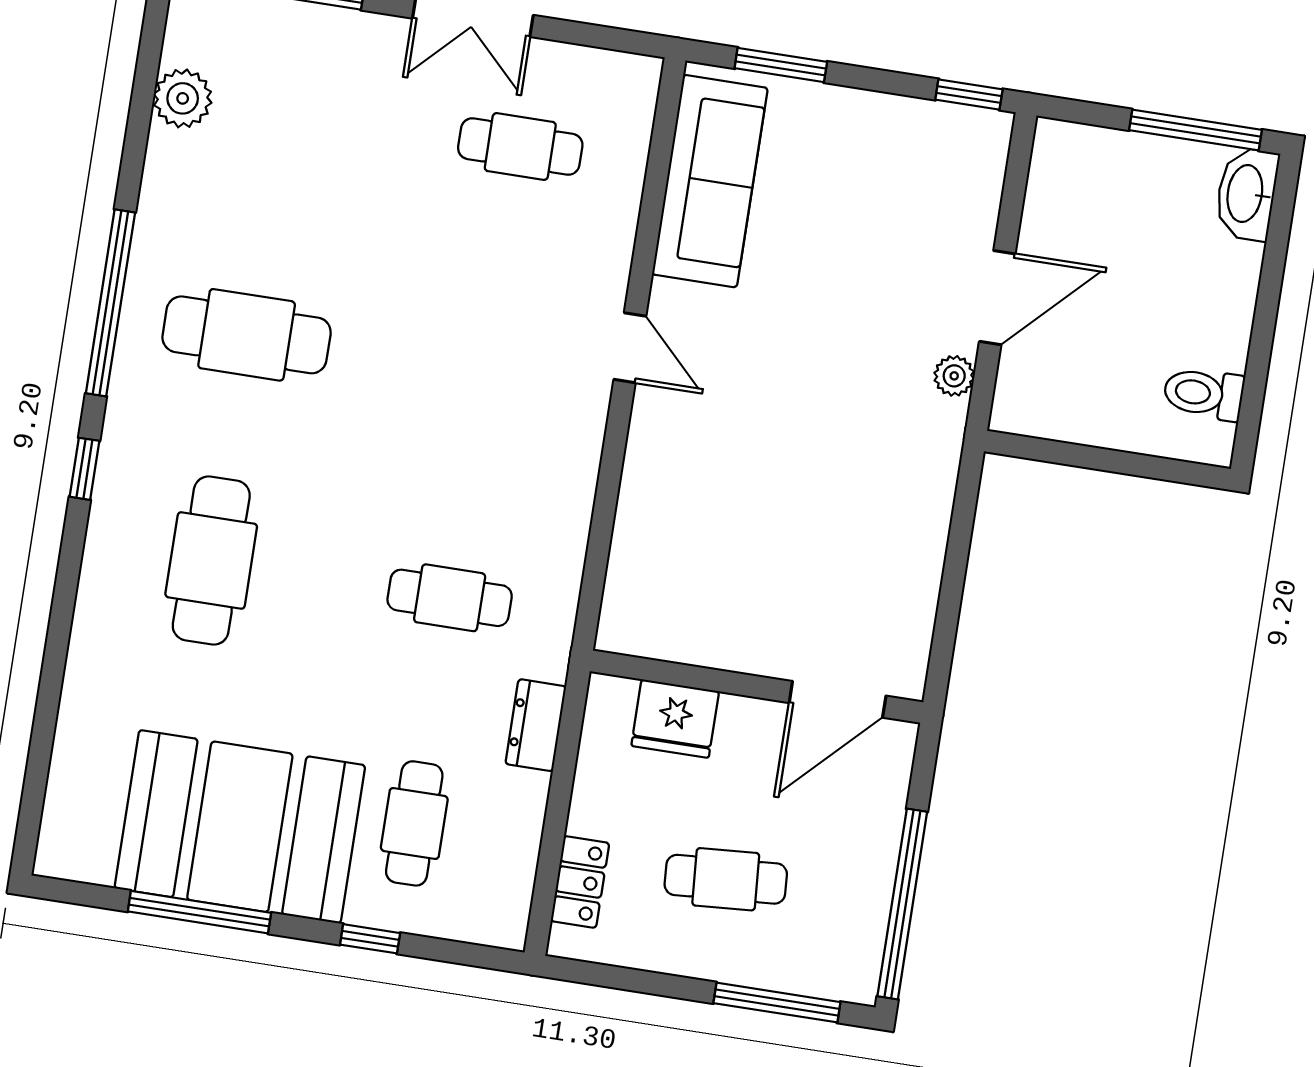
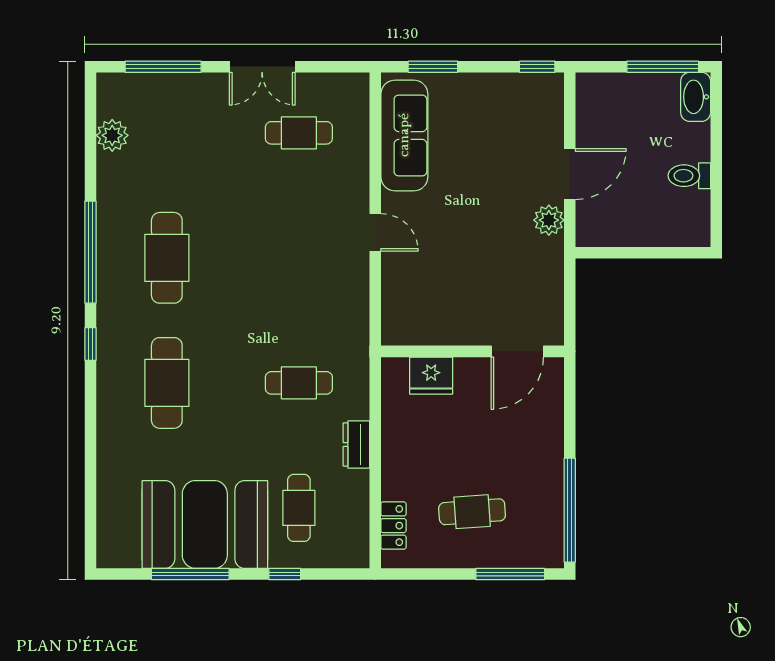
cafe table: (247, 335) -> (167, 258), turned 90
plant: (954, 376) -> (549, 220), width x1.38, depth x1.38
toilet: (1204, 394) -> (689, 176), moved
wall: (757, 687) -> (472, 351), moved
door: (838, 699) -> (517, 351), moved
fridge: (675, 719) -> (431, 376), moved

